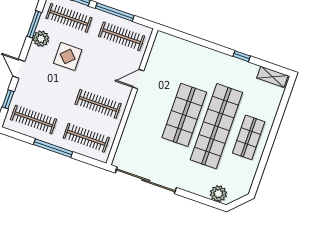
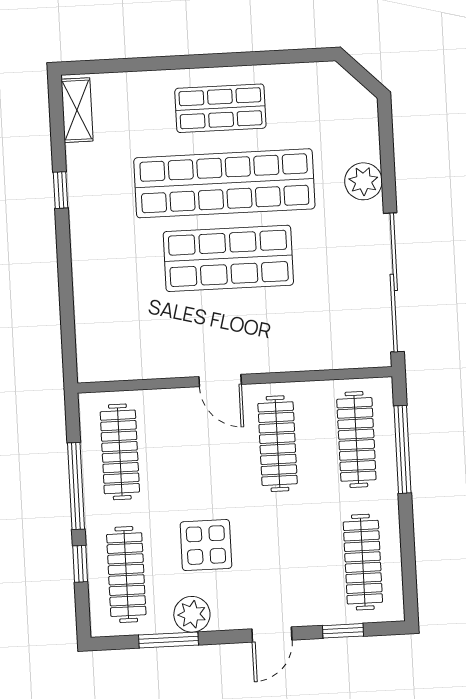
door: (138, 79) -> (220, 381), moved
window: (53, 148) -> (403, 449), moved
plant: (218, 194) -> (363, 181), moved

